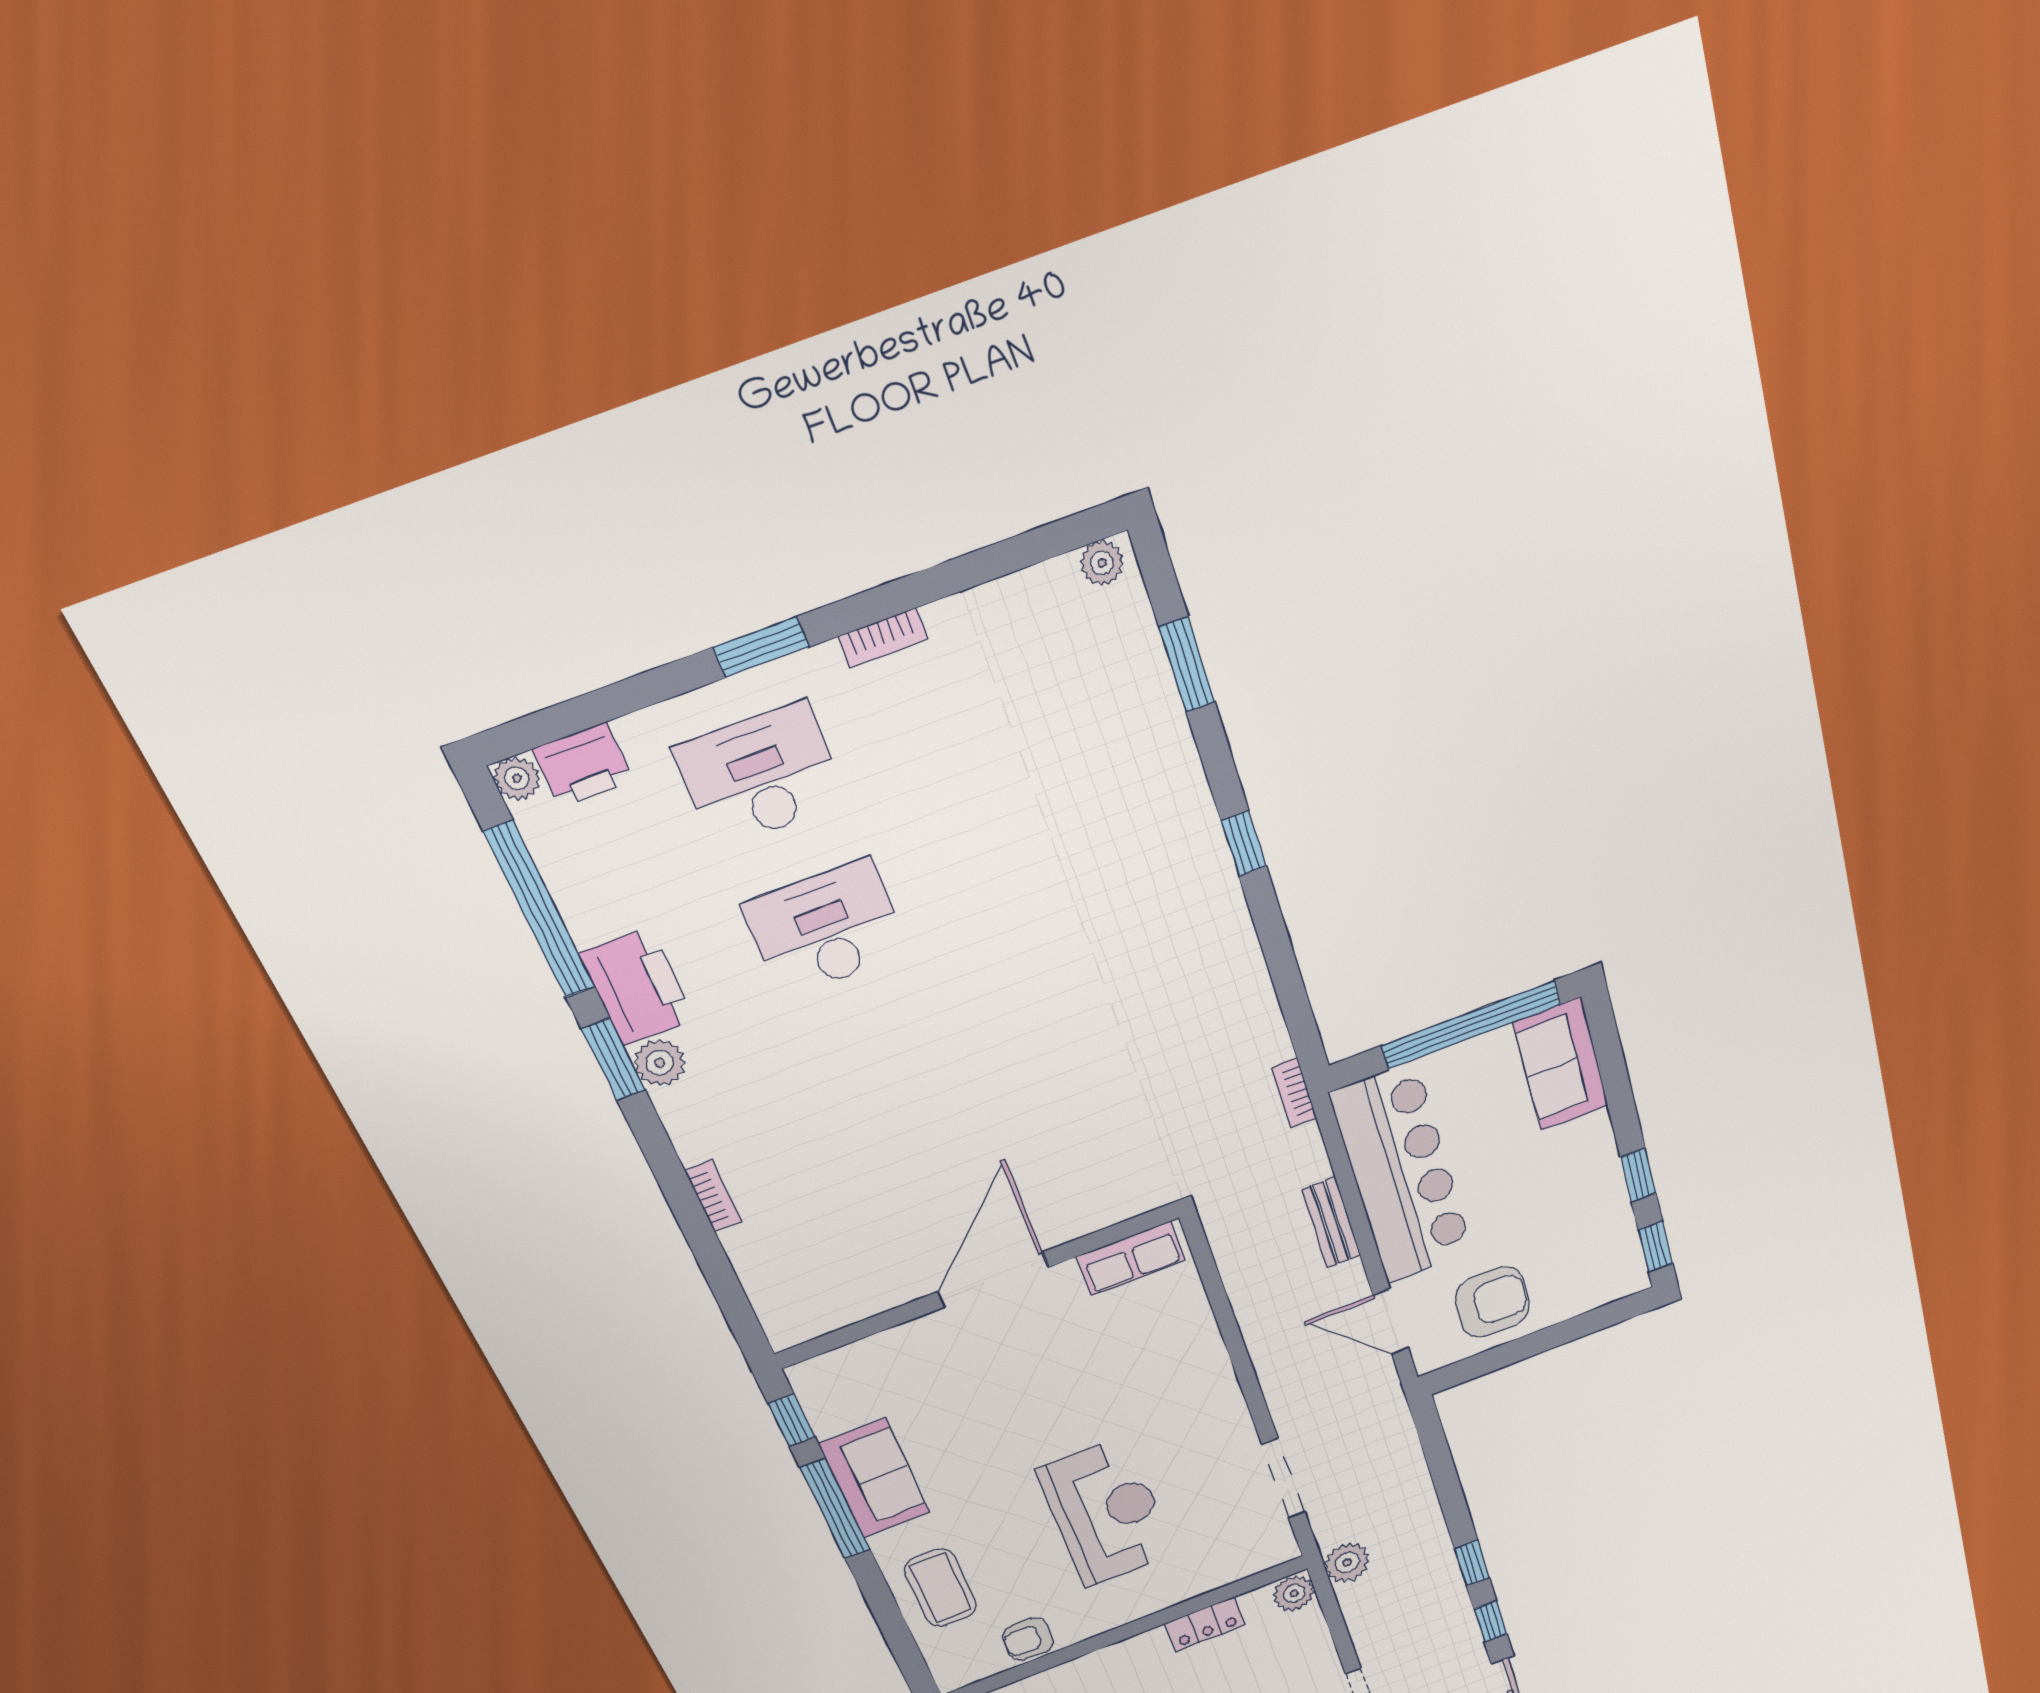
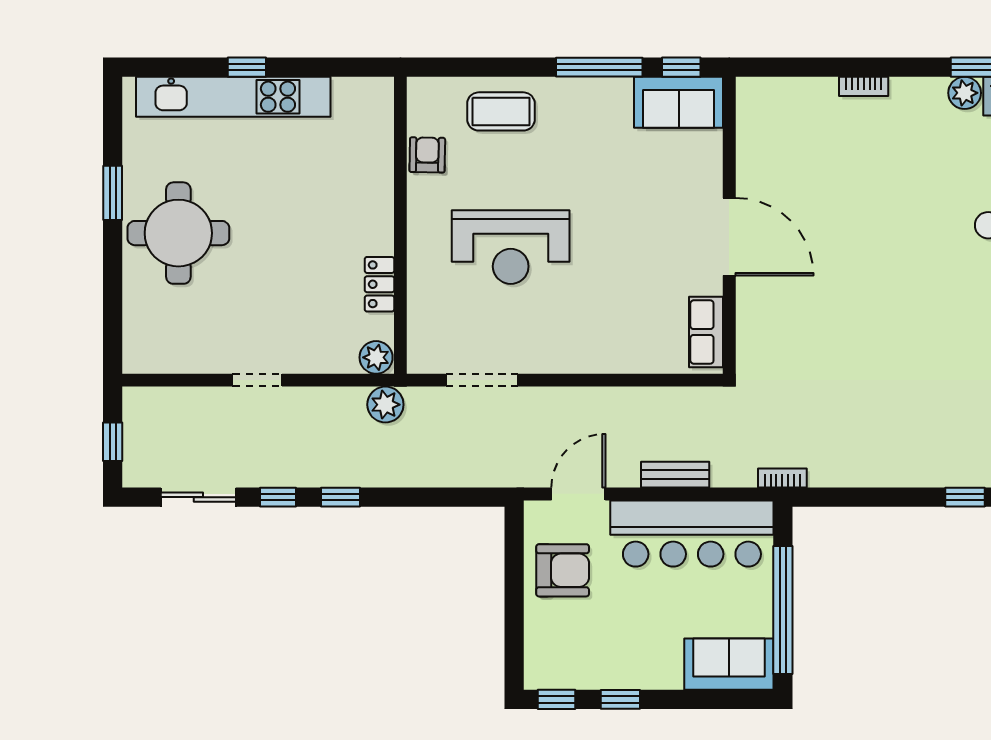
armchair: (1492, 1302) -> (563, 570), turned -91
sofa: (875, 1478) -> (679, 102), moved

